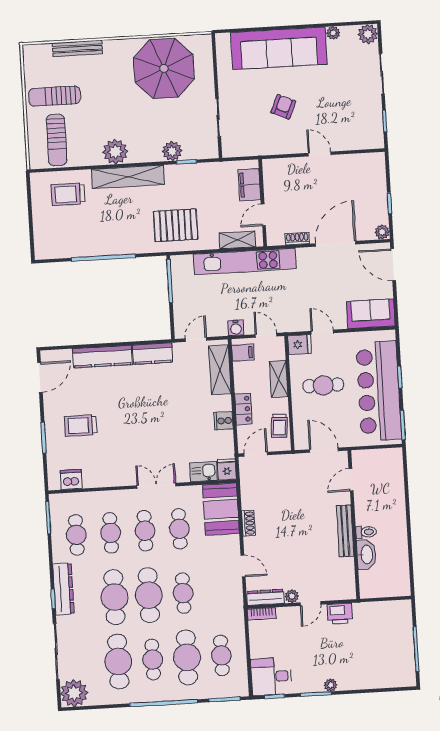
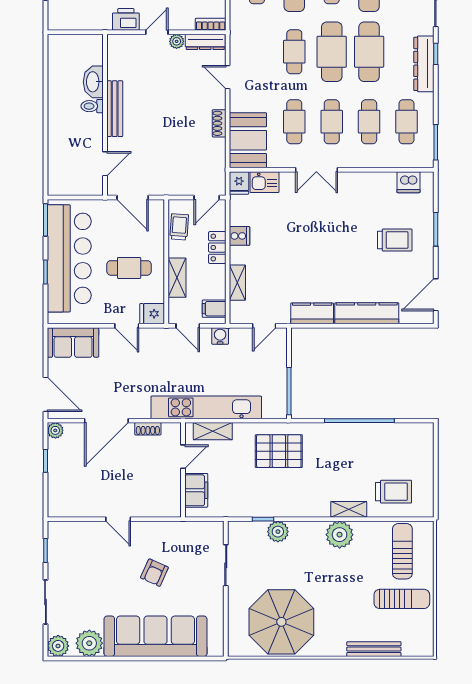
plant: (333, 33) -> (89, 643), width x1.88, depth x1.88
shelving: (128, 177) -> (349, 509), width x0.45, depth x0.75
shelving: (220, 370) -> (237, 283), width x0.67, depth x0.75

